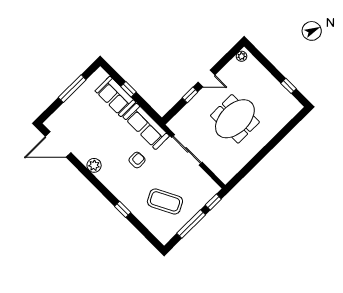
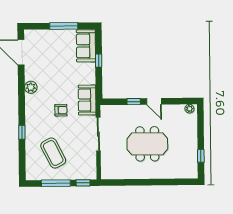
sofa: (115, 96) -> (86, 46), moved
sofa: (146, 126) -> (87, 100), width x0.73

